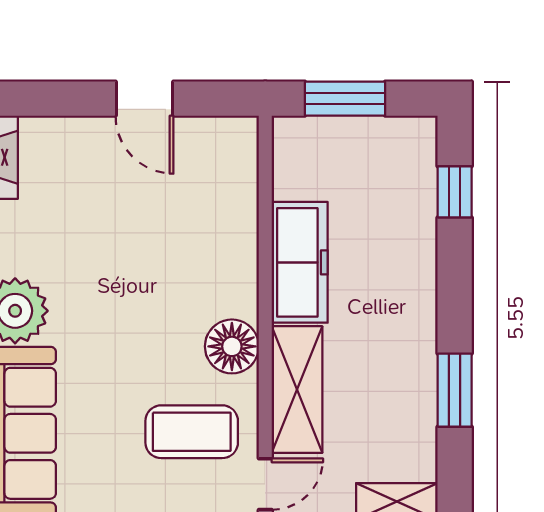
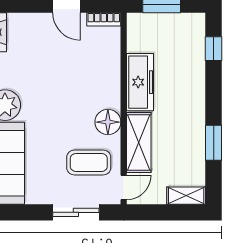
bookcase: (223, 130) -> (104, 19), added

